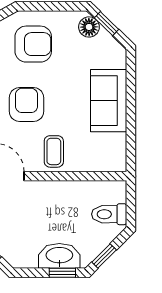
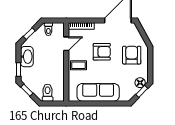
armchair: (33, 44) -> (132, 55), turned 180
sofa: (109, 101) -> (98, 92), width x1.36
washbasin: (59, 256) -> (27, 57), moved

